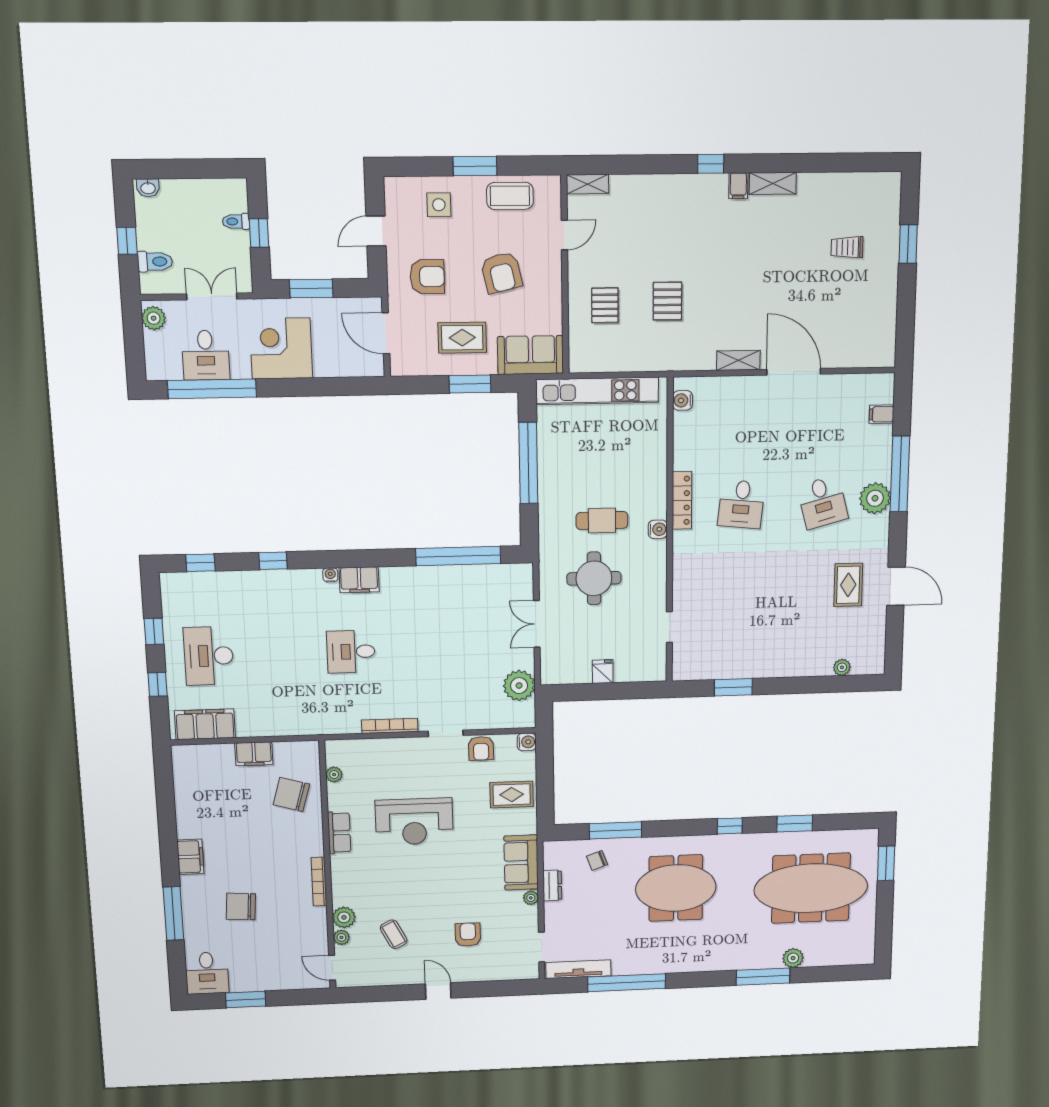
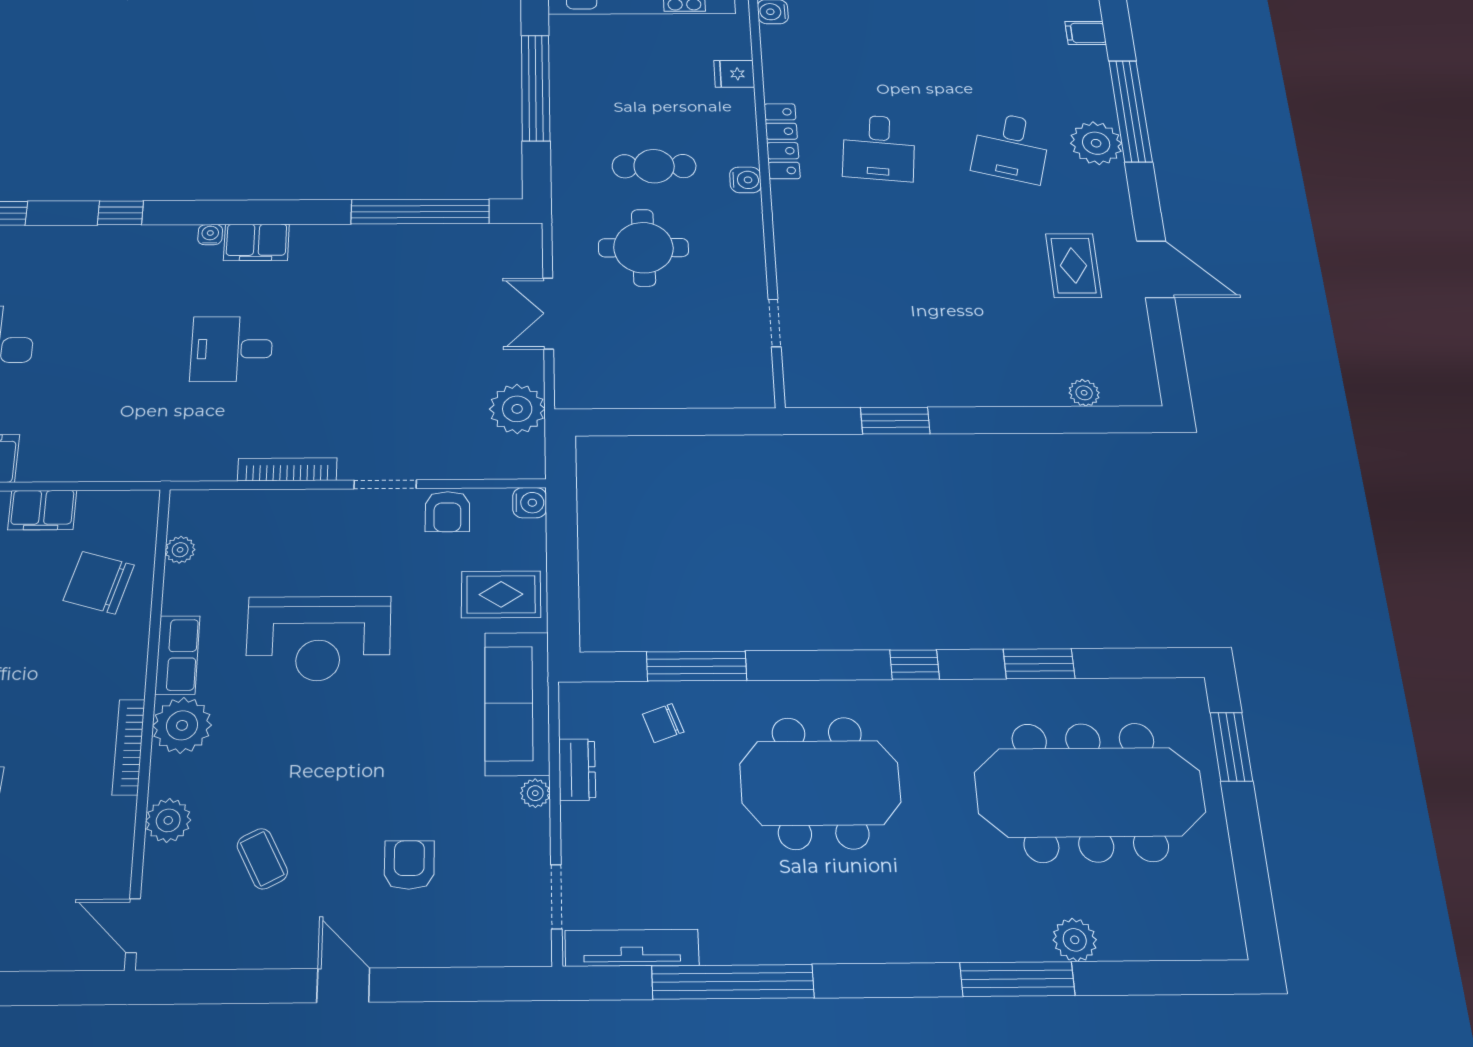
desk: (823, 502) -> (1011, 147), turned 30
fridge: (603, 672) -> (734, 74), moved, turned -90
sofa: (521, 862) -> (517, 703), width x1.36
plant: (341, 937) -> (182, 725), moved, width x1.87, depth x1.87

